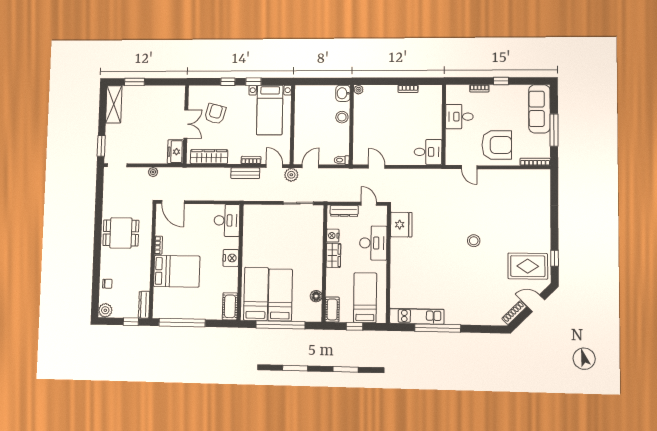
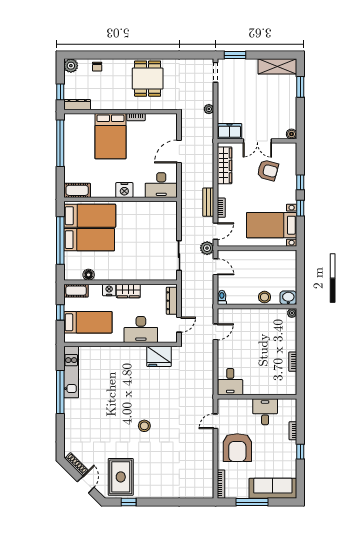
boiler: (180, 90) -> (292, 134), added
door: (173, 202) -> (179, 151), moved
nightstand: (333, 236) -> (109, 290), moved

